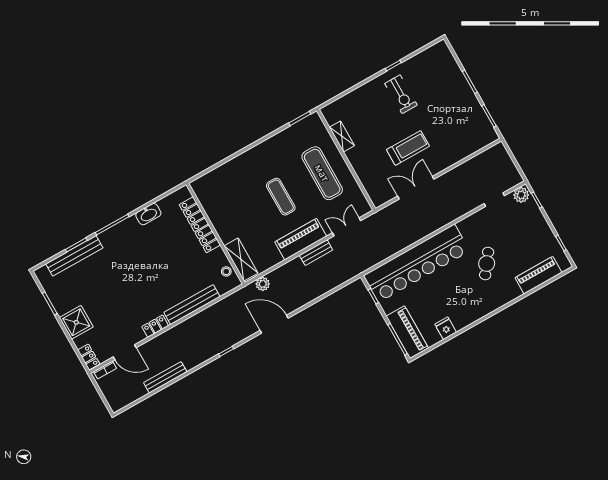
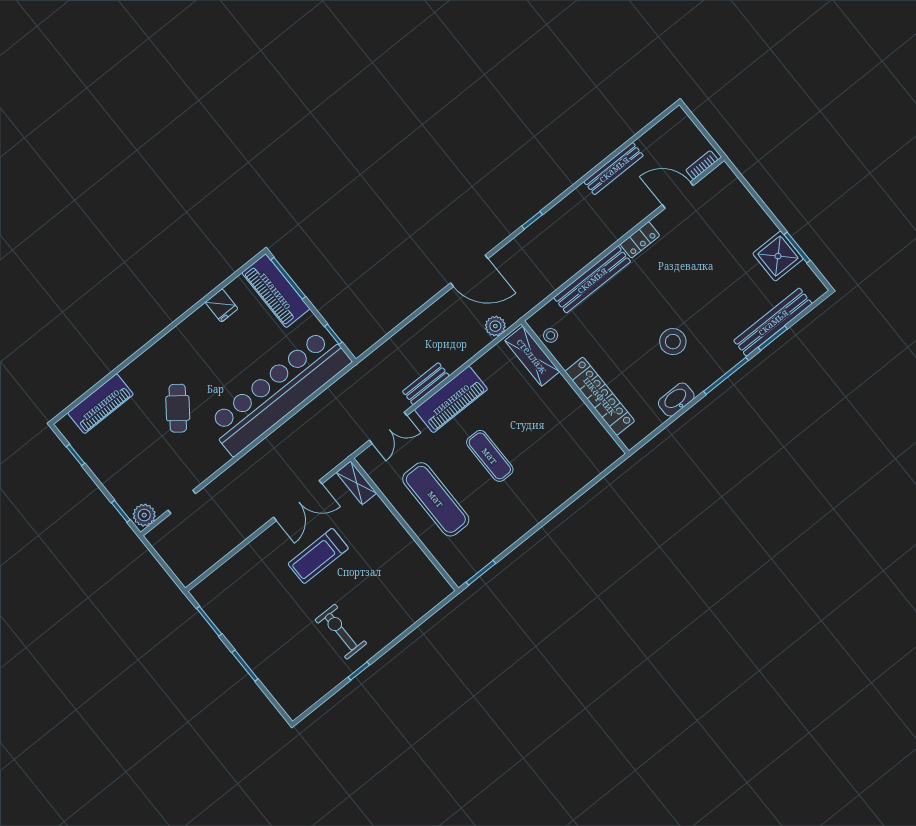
shelving: (342, 136) -> (357, 483), moved
stool: (144, 254) -> (673, 342), added
shower: (76, 322) -> (778, 256), moved
locker: (89, 357) -> (728, 180), removed

